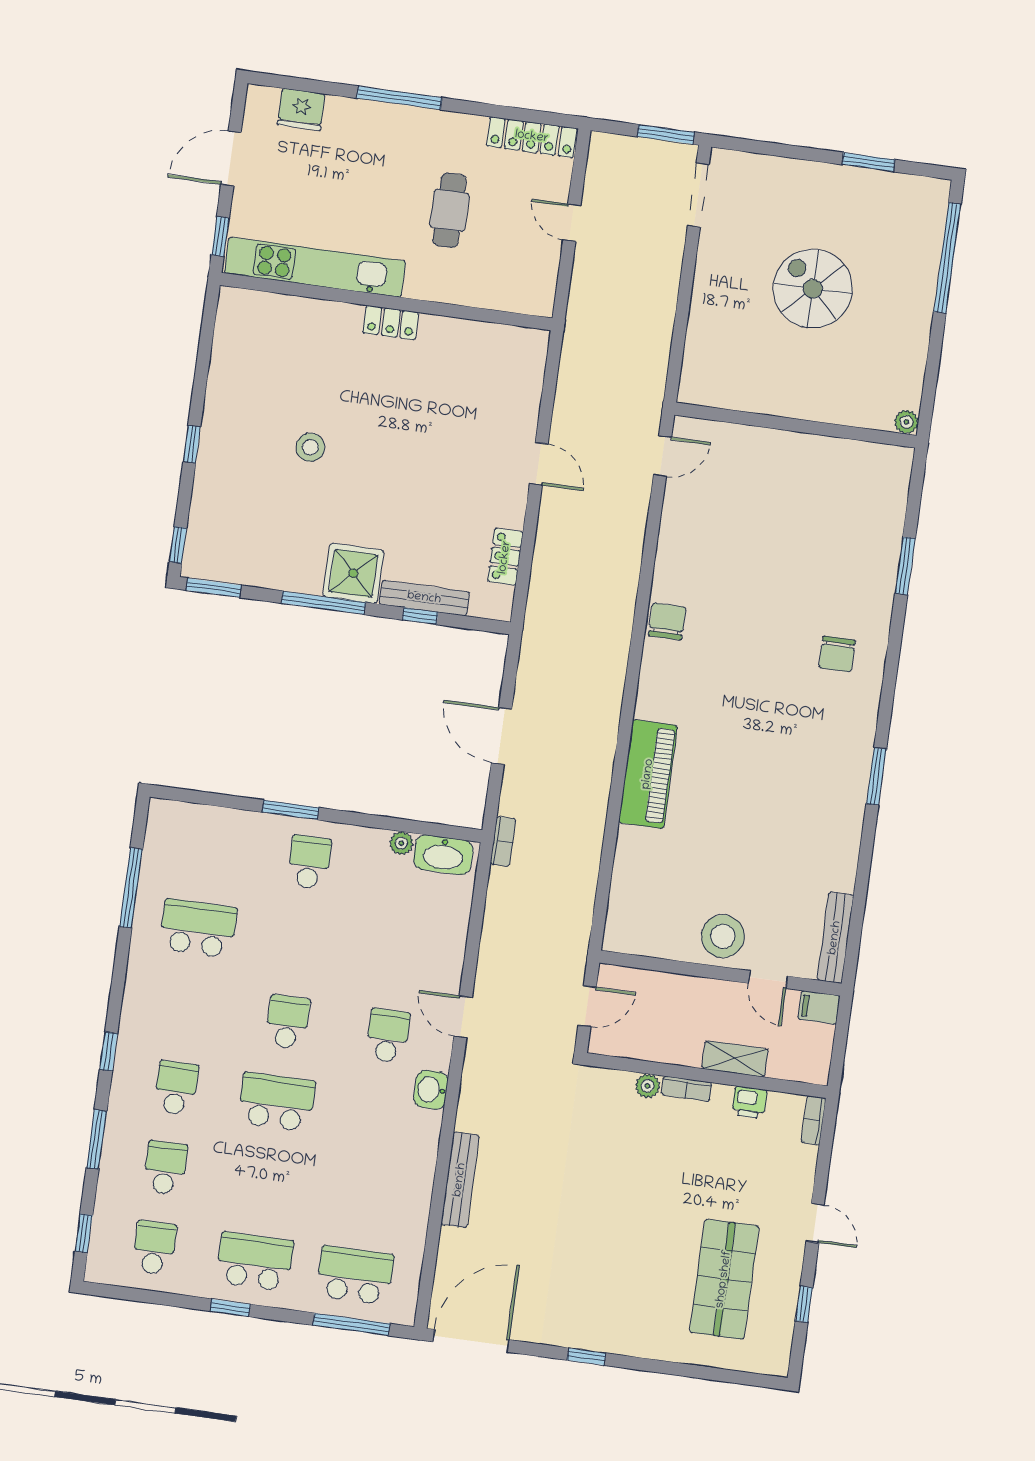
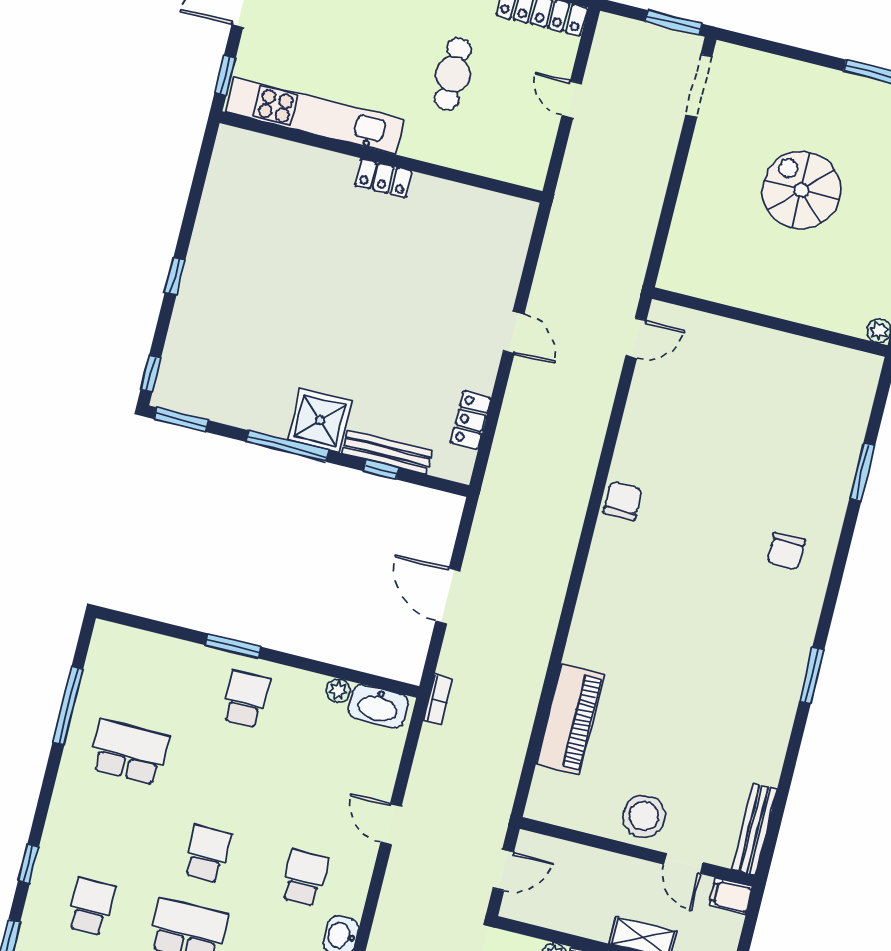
stool: (310, 447) -> (291, 292), removed
piano: (648, 774) -> (570, 719), moved
door: (463, 1017) -> (391, 824), moved

